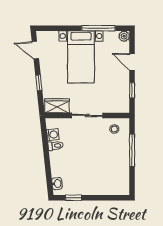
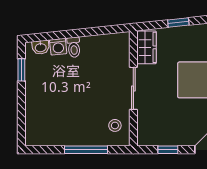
washing machine: (53, 135) -> (58, 47), moved
toilet: (55, 146) -> (74, 47), moved

